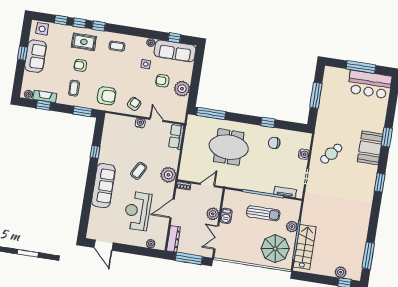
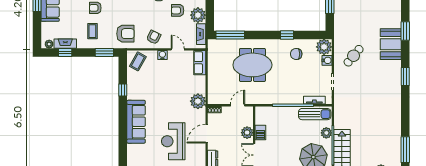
fireplace: (182, 108) -> (201, 34), added
plant: (303, 140) -> (324, 47), added
coffee table: (139, 171) -> (138, 61), moved
sun lounger: (263, 213) -> (315, 114), moved

